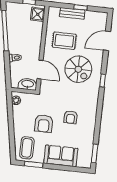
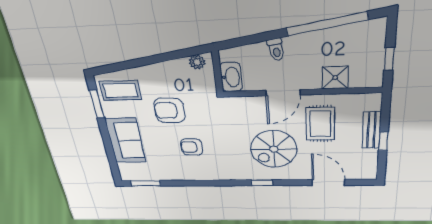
shower: (38, 14) -> (335, 78), moved
door: (40, 69) -> (283, 93), moved

